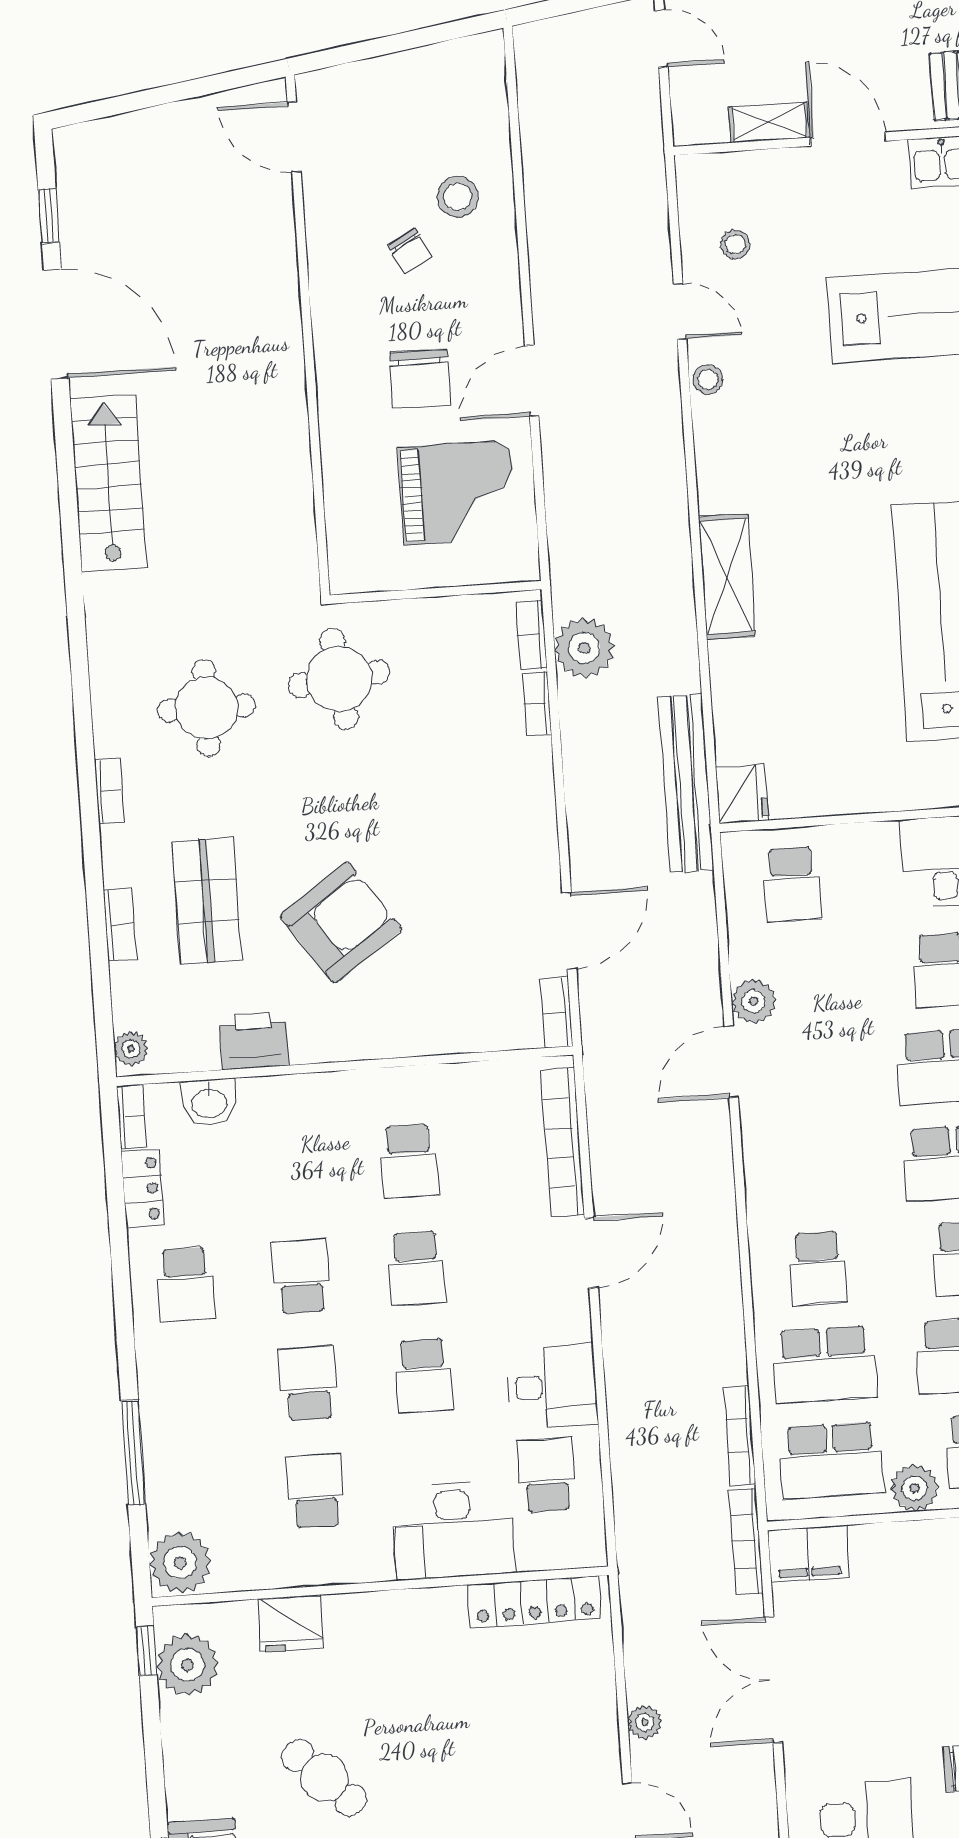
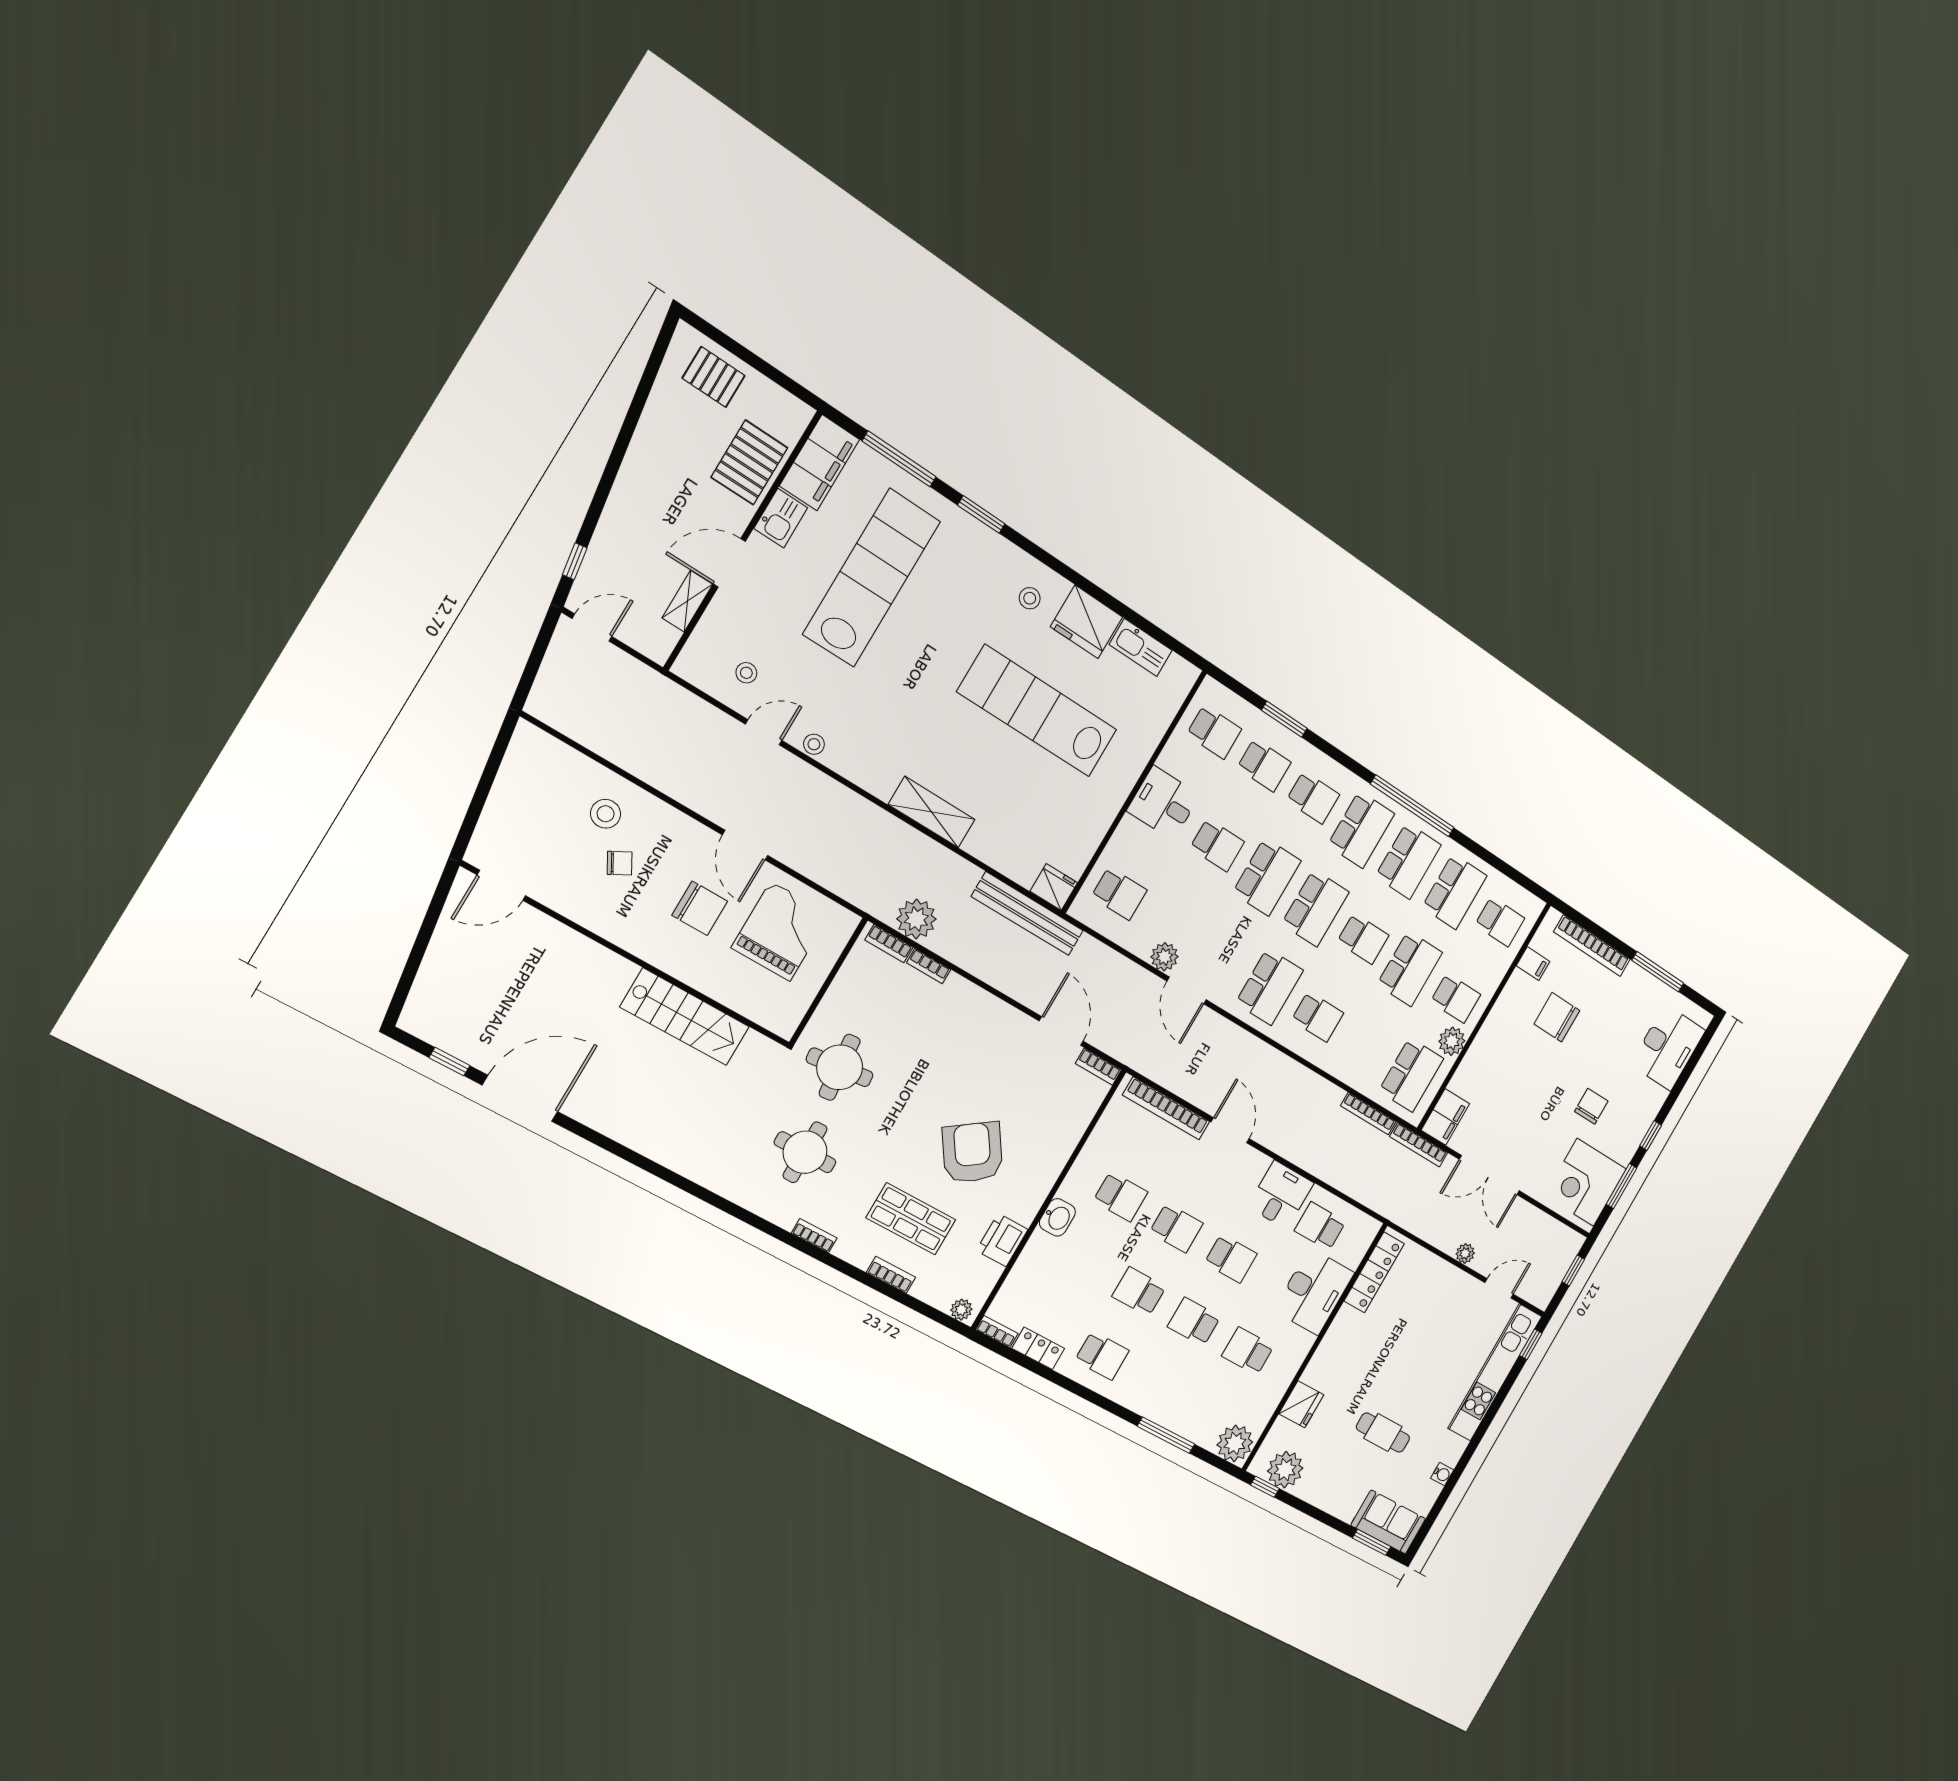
stairs: (108, 483) -> (685, 1017), moved, turned 180
washbasin: (209, 1102) -> (1057, 1217), moved
school desk: (825, 1364) -> (1269, 987), moved
cafe table: (324, 1778) -> (1383, 1432), turned 46

